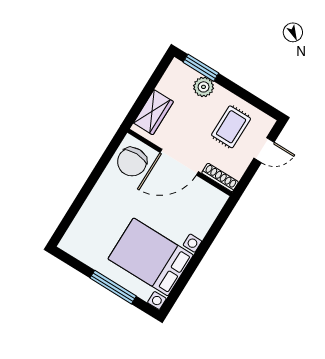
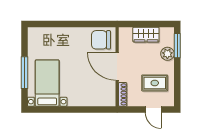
wardrobe: (153, 112) -> (146, 35), moved
bed with nightstands: (151, 257) -> (47, 83), width x0.73

